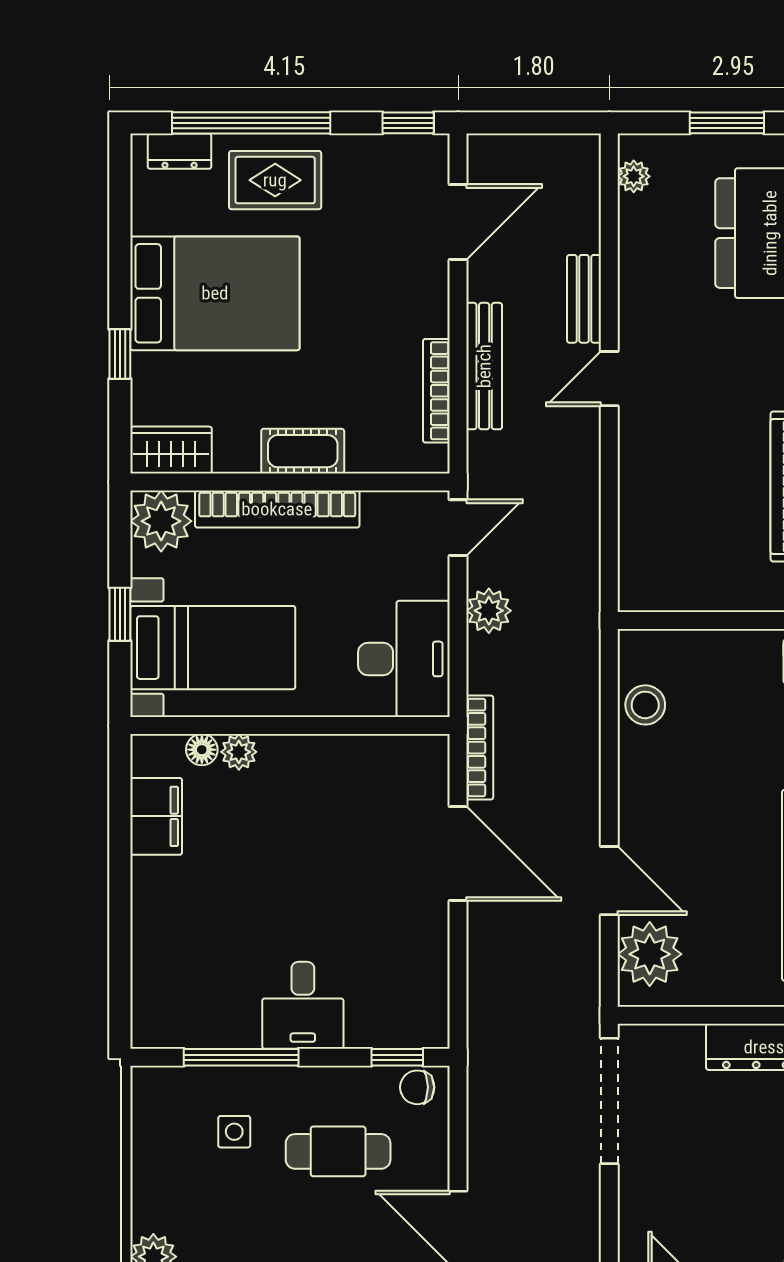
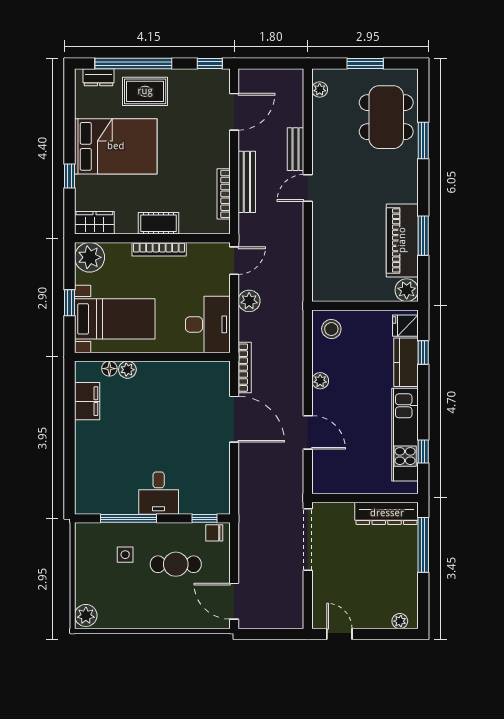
bookcase: (277, 509) -> (159, 249), width x0.68, depth x0.76
stool: (645, 705) -> (331, 329), moved
plant: (650, 954) -> (320, 381), moved, width x0.53, depth x0.53

